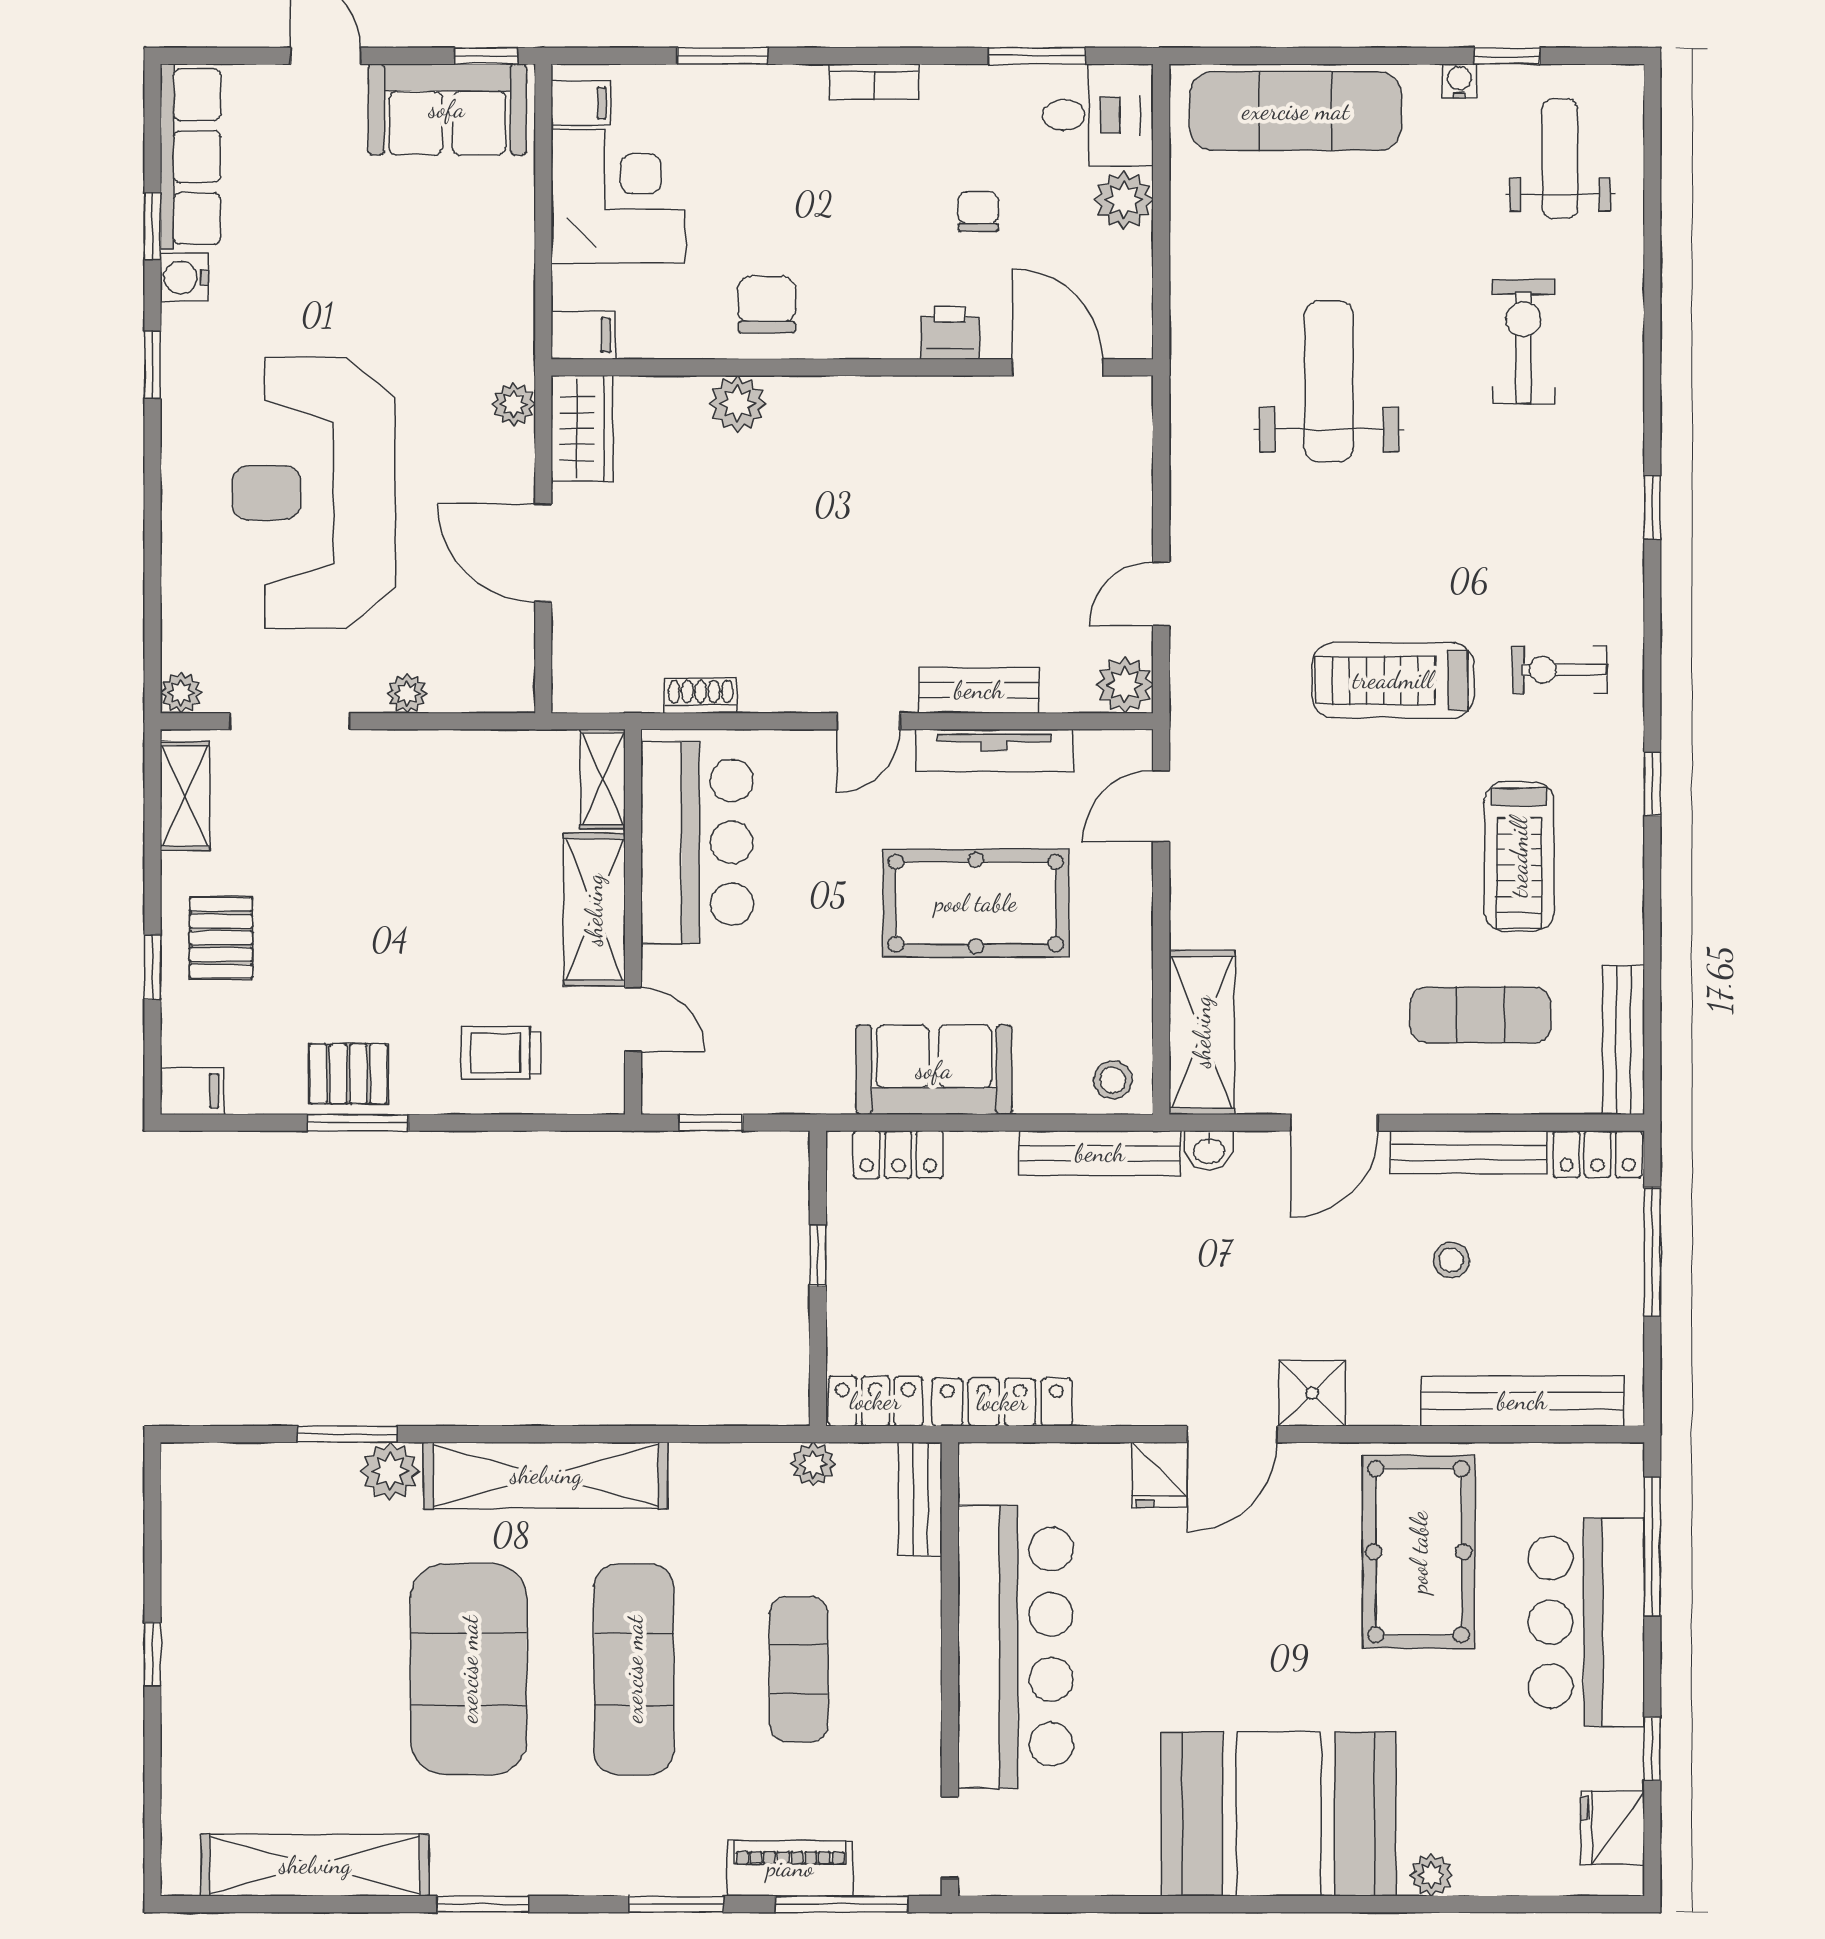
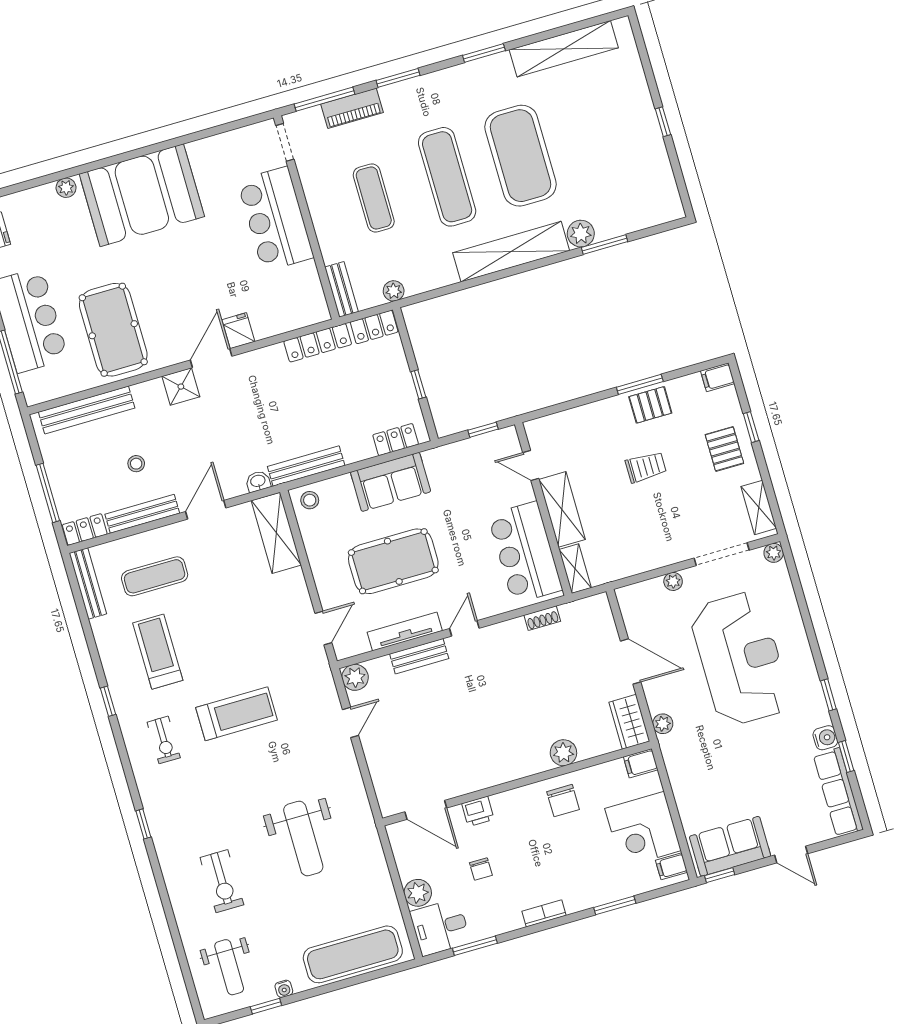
exercise bike: (1560, 670) -> (164, 740), turned 90
trolley: (501, 1053) -> (646, 467), moved
bar counter: (1015, 1647) -> (275, 219), width x0.73

